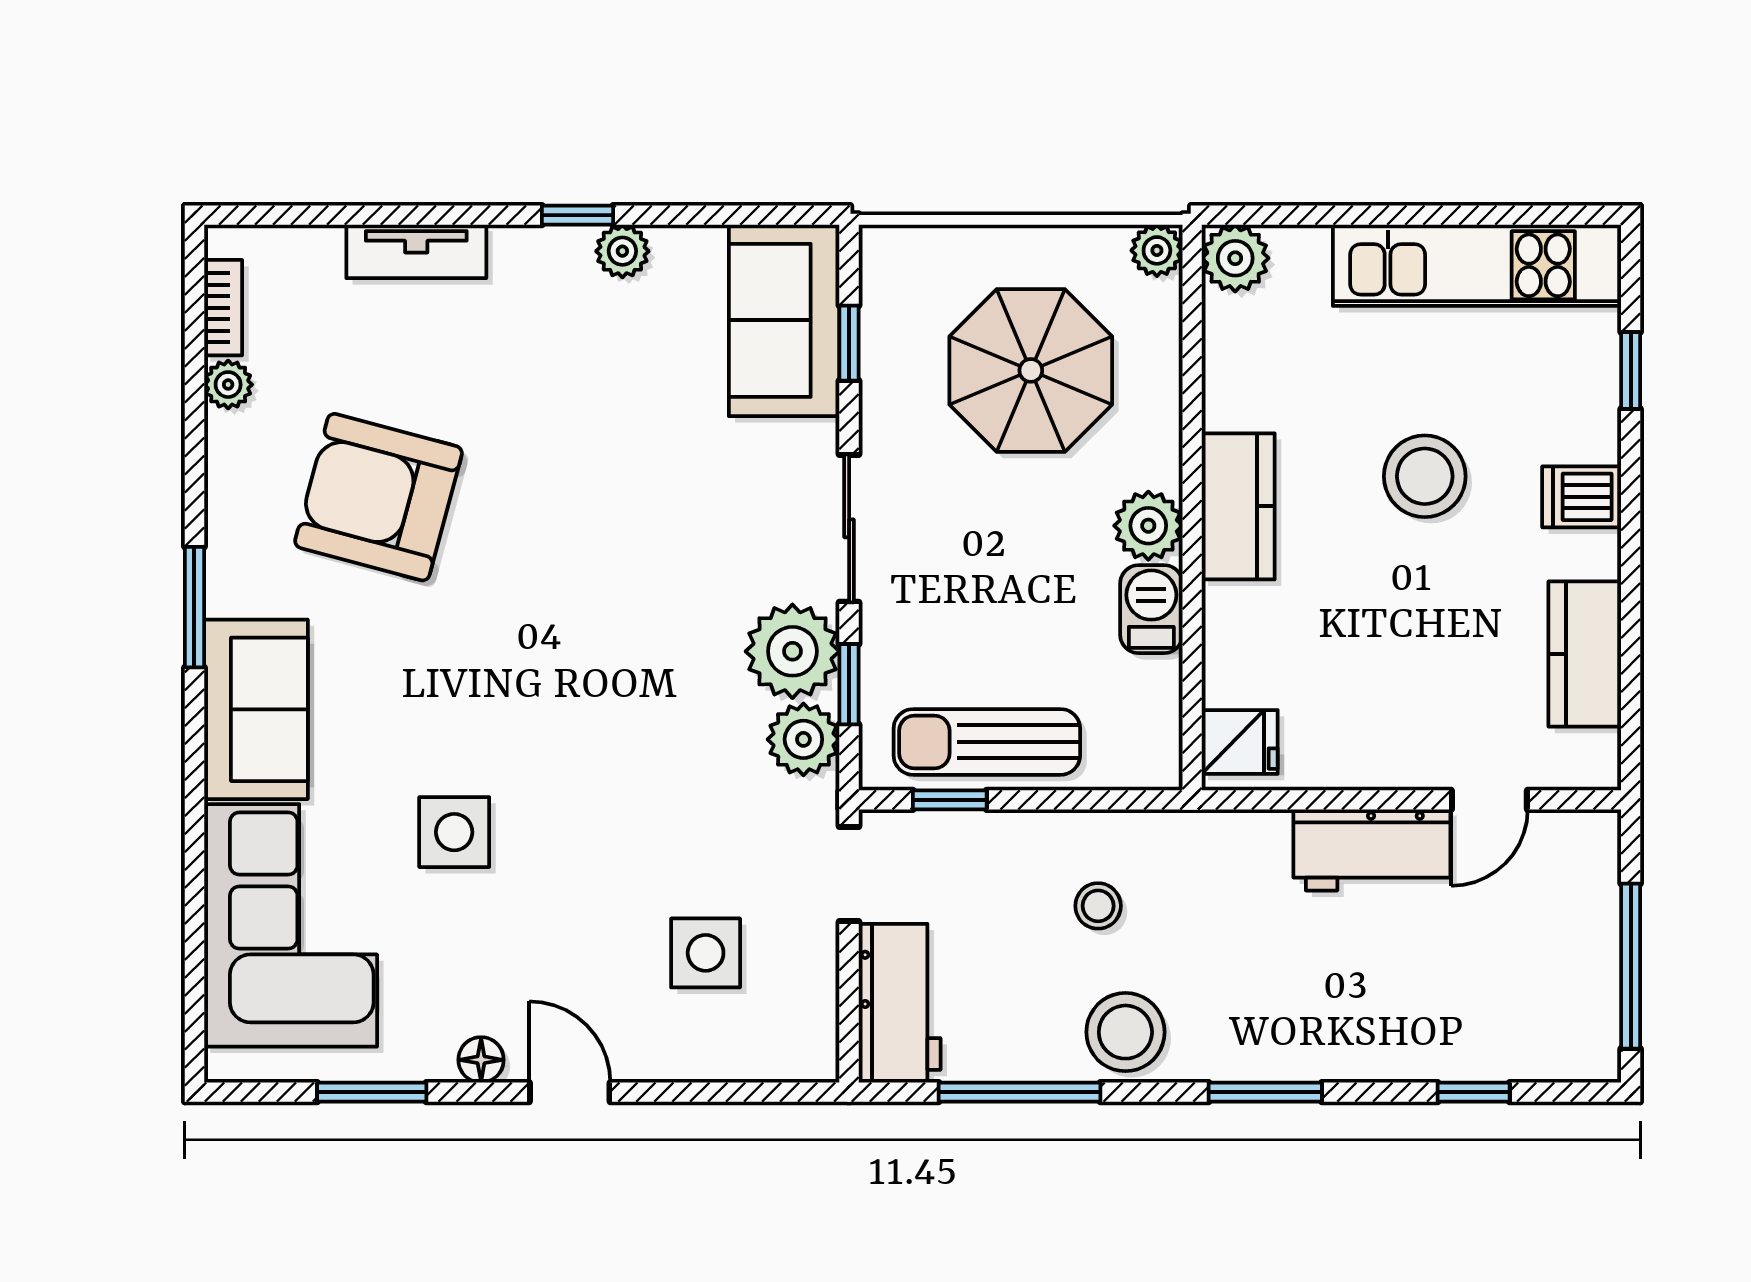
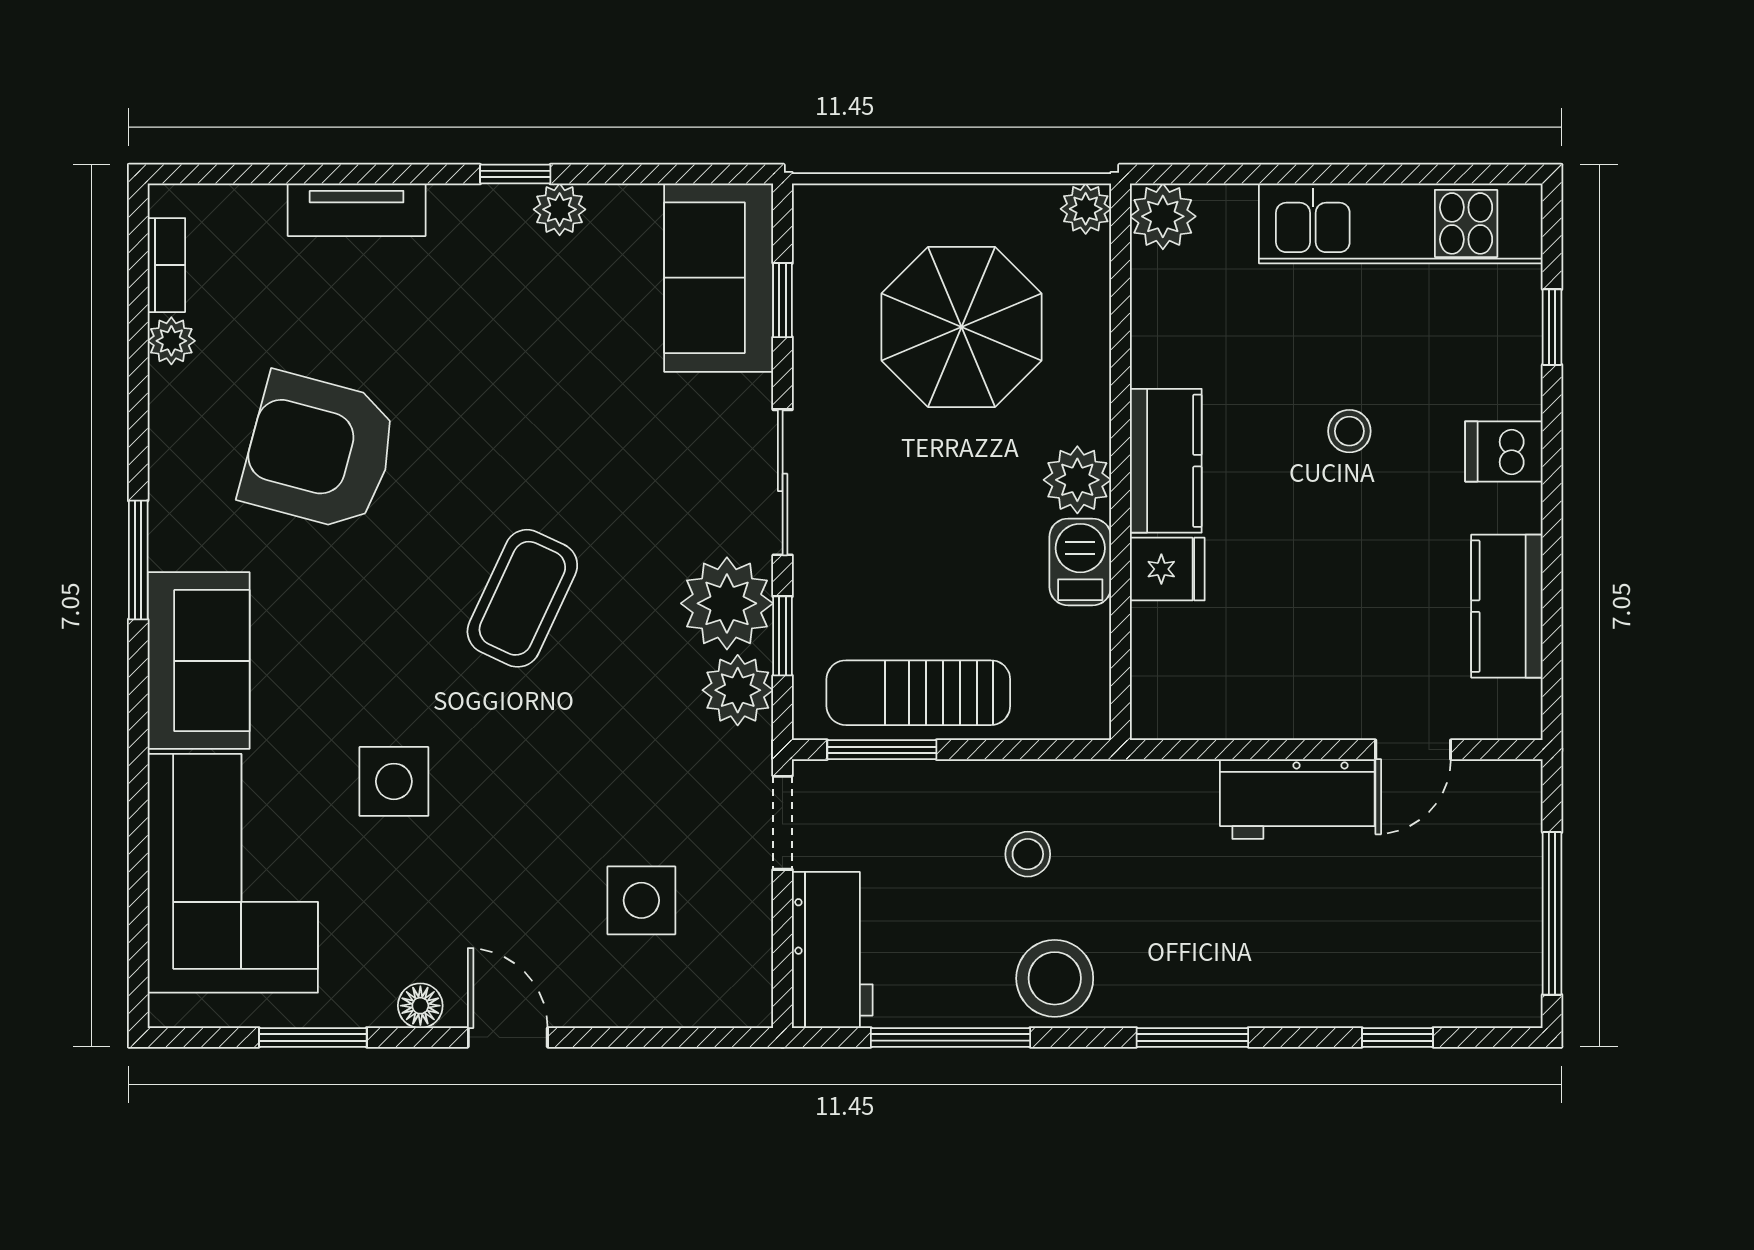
stool: (1425, 476) -> (1349, 431), width x0.53, depth x0.53
coffee table: (585, 646) -> (522, 598), added
fridge: (1240, 742) -> (1167, 569), moved
window: (950, 800) -> (882, 750), width x1.50

